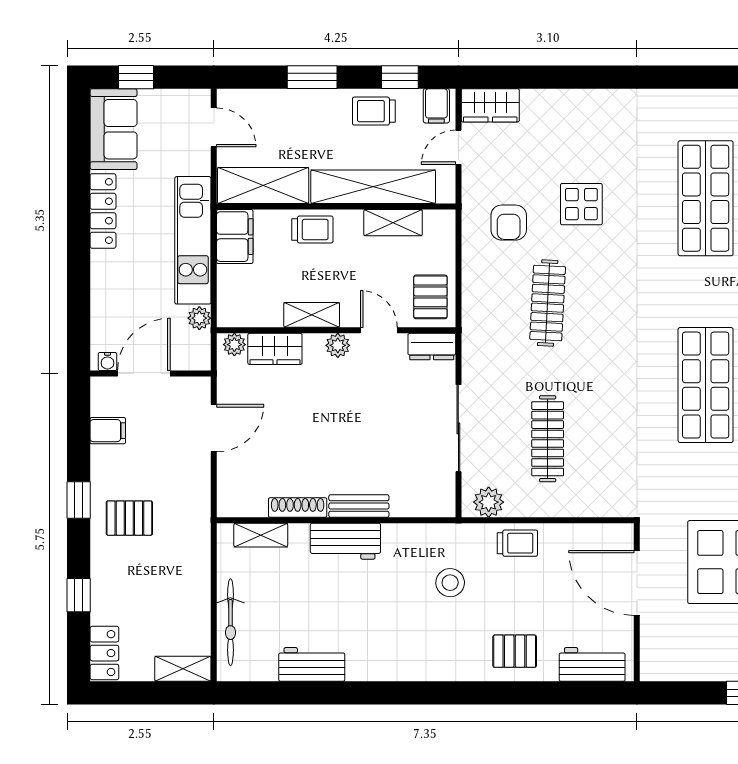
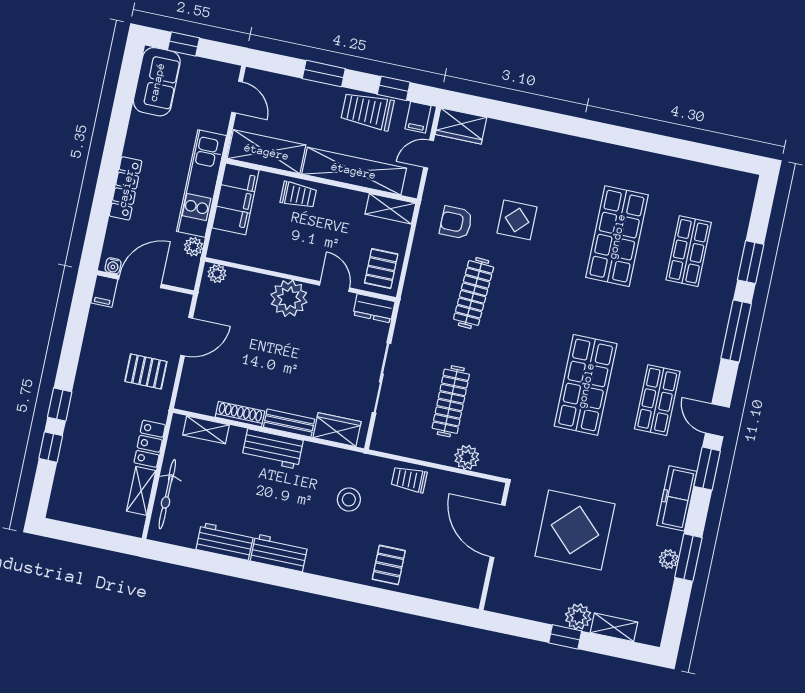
trolley: (374, 111) -> (367, 111), width x1.36, depth x1.39
locker: (103, 211) -> (126, 188), moved
shelving: (393, 223) -> (390, 209), moved
armchair: (509, 223) -> (456, 222), turned 90
filing cabinet: (235, 237) -> (236, 199), width x1.50, depth x1.17
shelving: (312, 315) -> (284, 263), removed
plant: (338, 345) -> (289, 298), width x1.88, depth x1.88
wardrobe: (275, 349) -> (337, 430), moved, turned 180
filing cabinet: (108, 431) -> (104, 291), moved, turned 90
window: (79, 500) -> (60, 405), moved
plant: (489, 502) -> (467, 457), moved
pallet: (129, 518) -> (146, 371), moved
trolley: (517, 543) -> (409, 479), turned 180
pallet: (515, 651) -> (389, 565), turned 90
locker: (104, 653) -> (150, 444), moved, turned 180
workbench: (592, 664) -> (279, 553), moved
shelving: (183, 669) -> (141, 491), moved, turned 90

